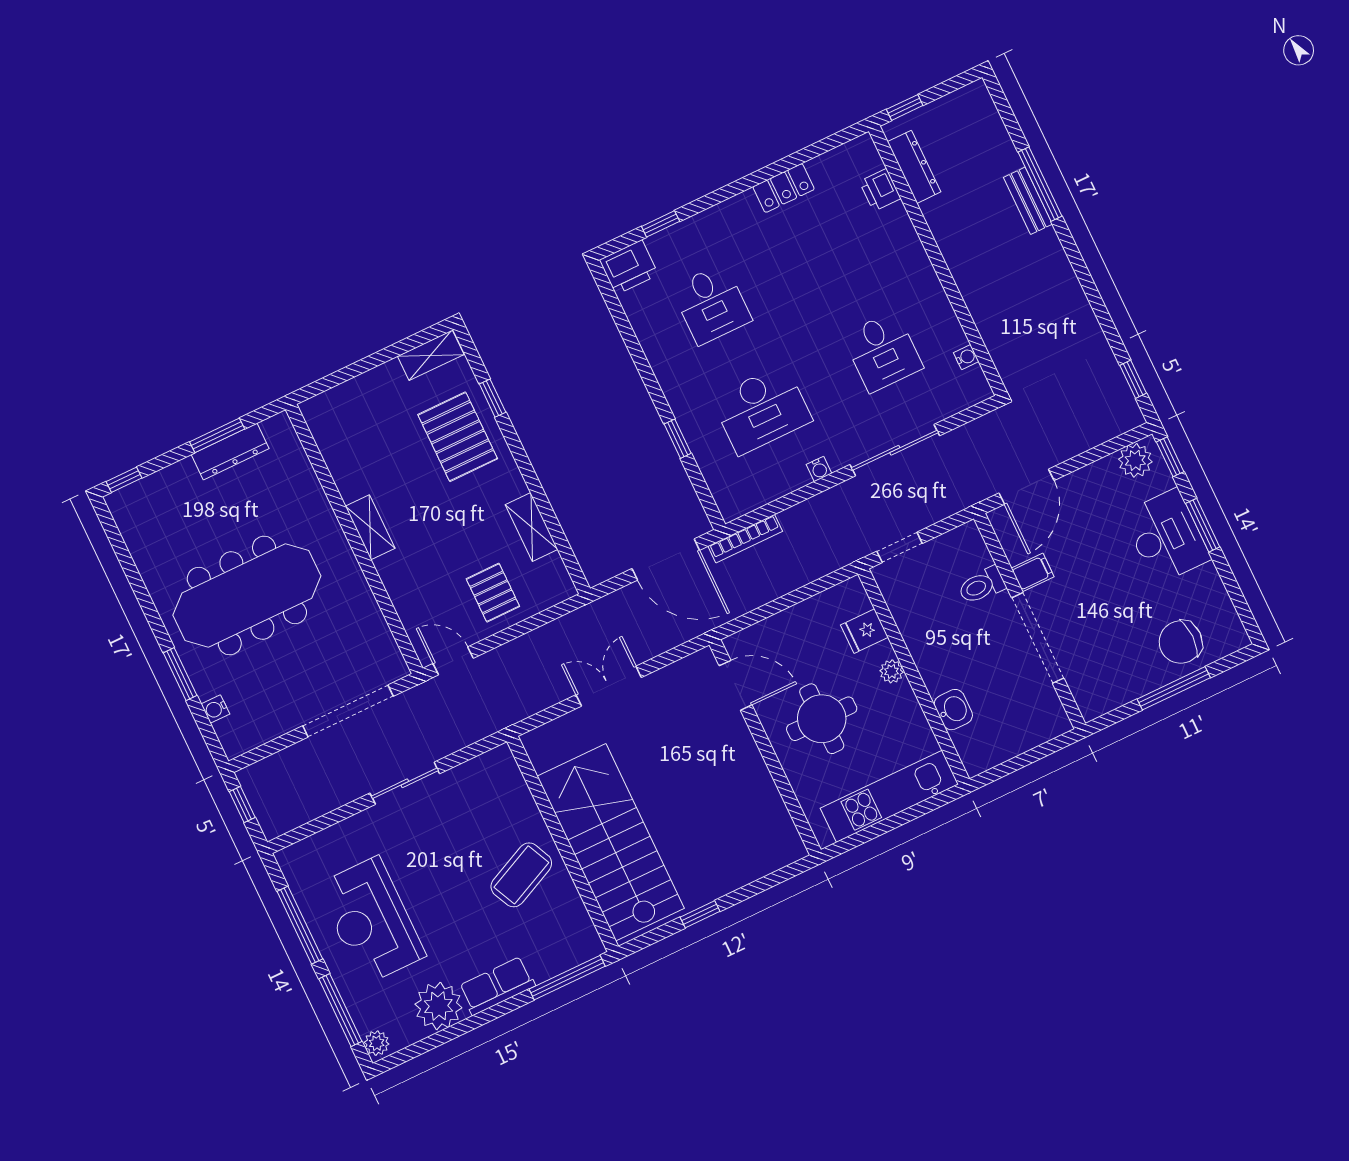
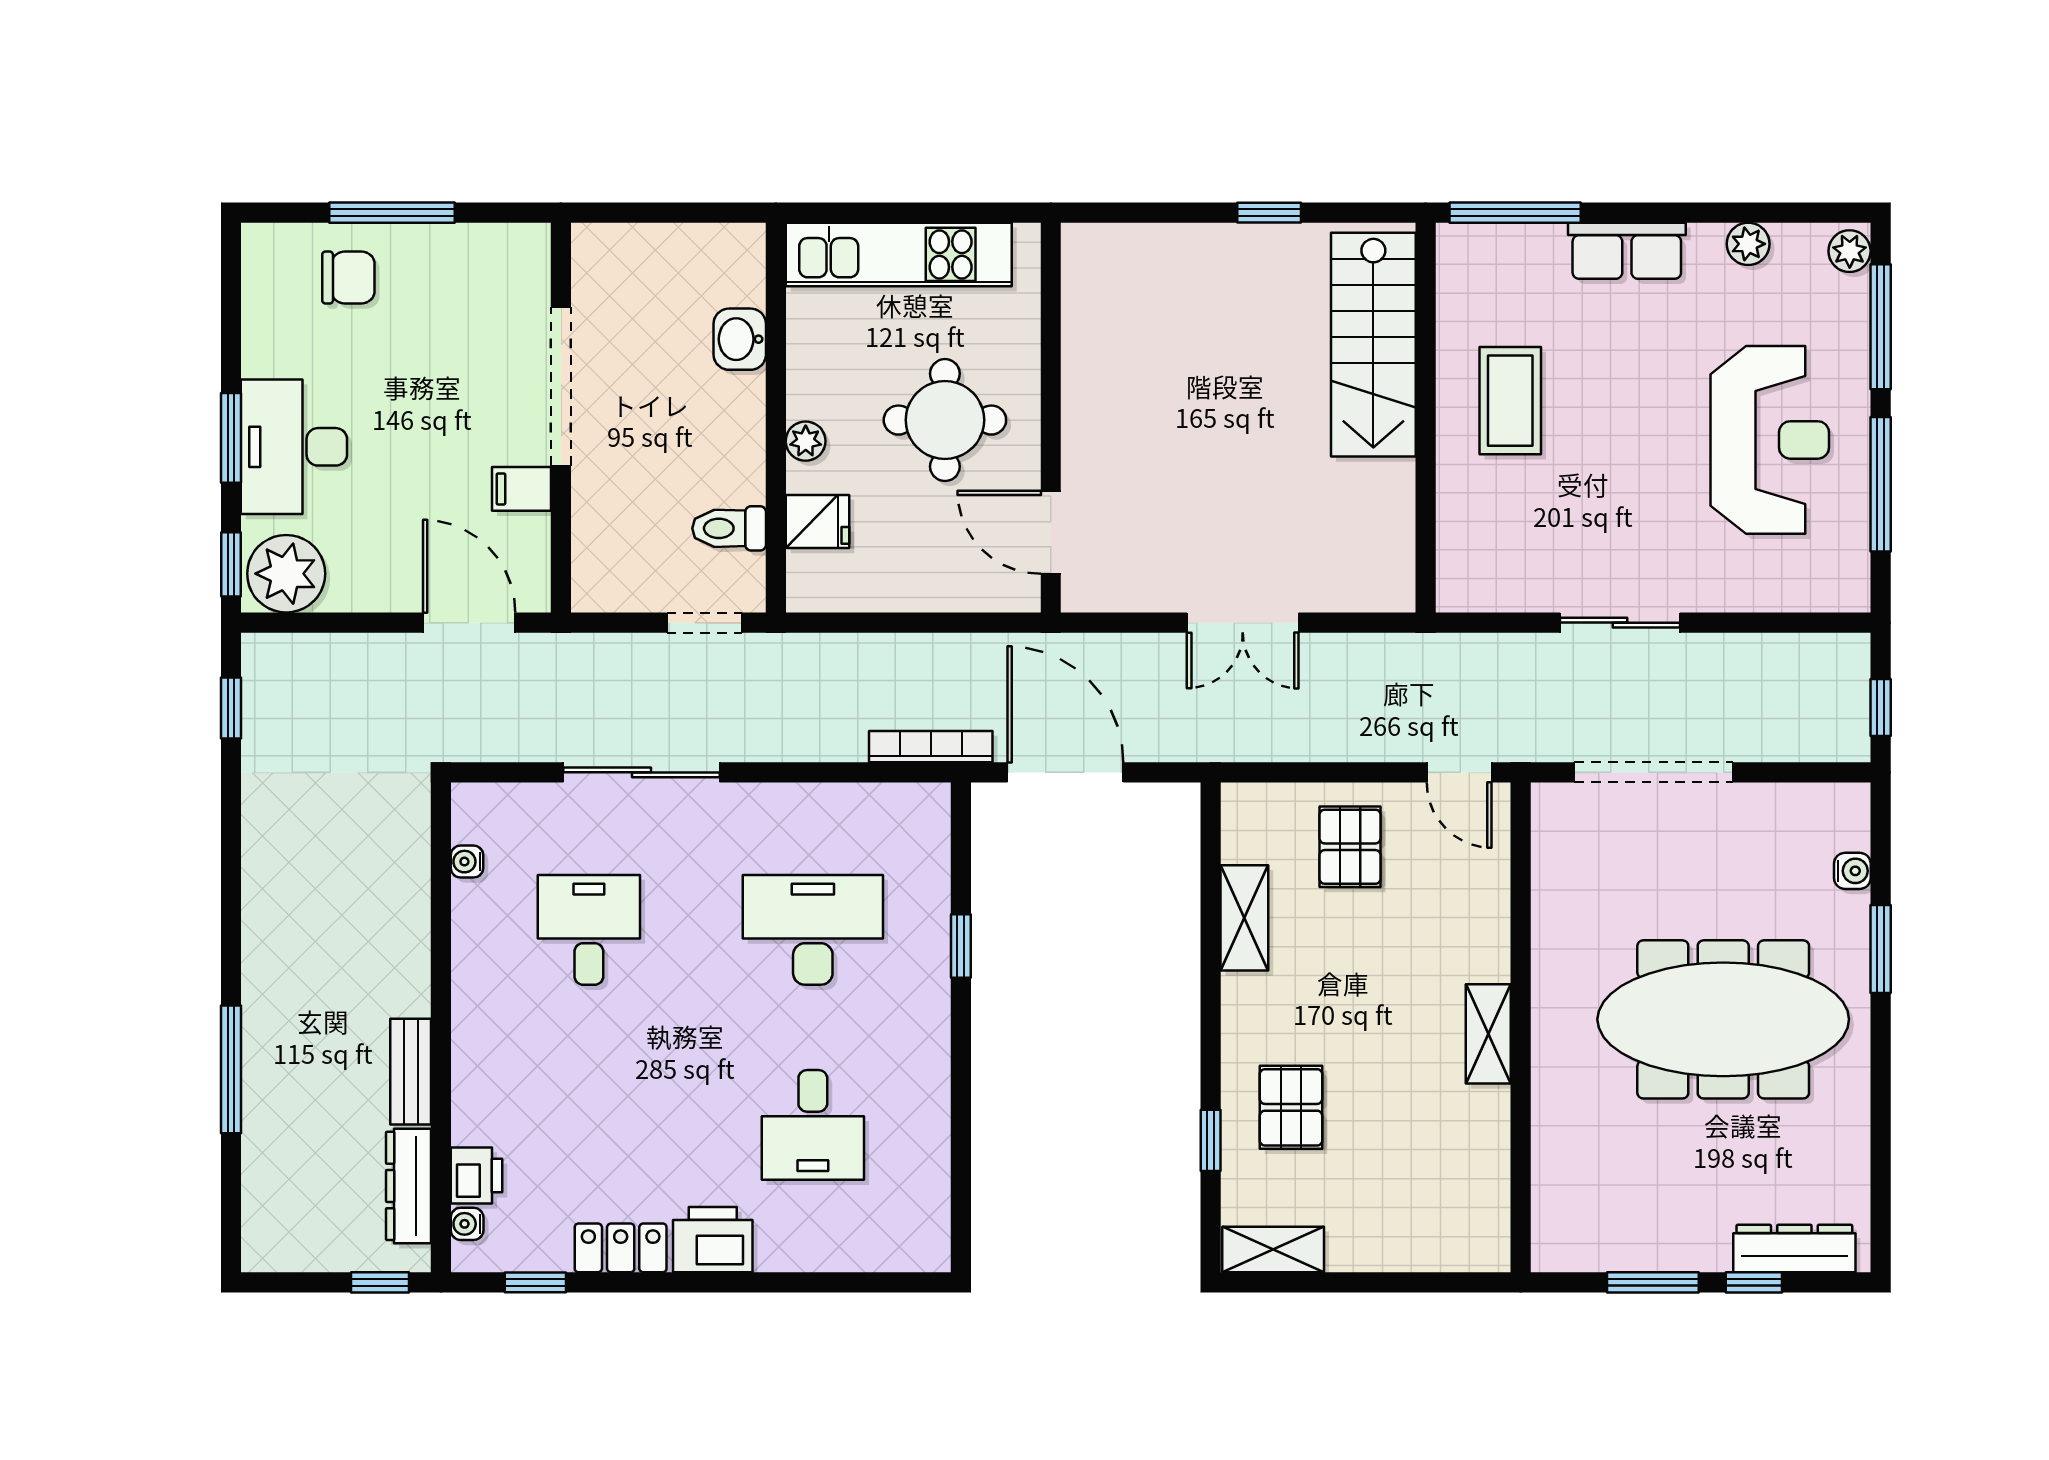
bench: (1028, 201) -> (411, 1072), moved
window: (661, 224) -> (535, 1282), moved
printer: (629, 267) -> (713, 1240), moved
desk: (711, 304) -> (813, 1125), turned 180
pallet: (458, 437) -> (1291, 1107), width x0.67, depth x0.71
dresser: (230, 452) -> (1794, 1248), moved
plant: (1135, 460) -> (286, 574), width x1.36, depth x1.36
water cooler: (819, 469) -> (467, 1224), moved, turned -90
window: (124, 480) -> (1754, 1282), moved
door: (1027, 487) -> (469, 623), hinge flipped
toilet: (982, 585) -> (729, 528), moved, turned 180
chair: (1181, 642) -> (348, 278), width x0.73, depth x0.73
stairs: (611, 842) -> (1373, 345), width x0.73, depth x0.66
coffee table: (521, 875) -> (1510, 401), turned -65
plant: (438, 1006) -> (1748, 244), width x0.53, depth x0.53

